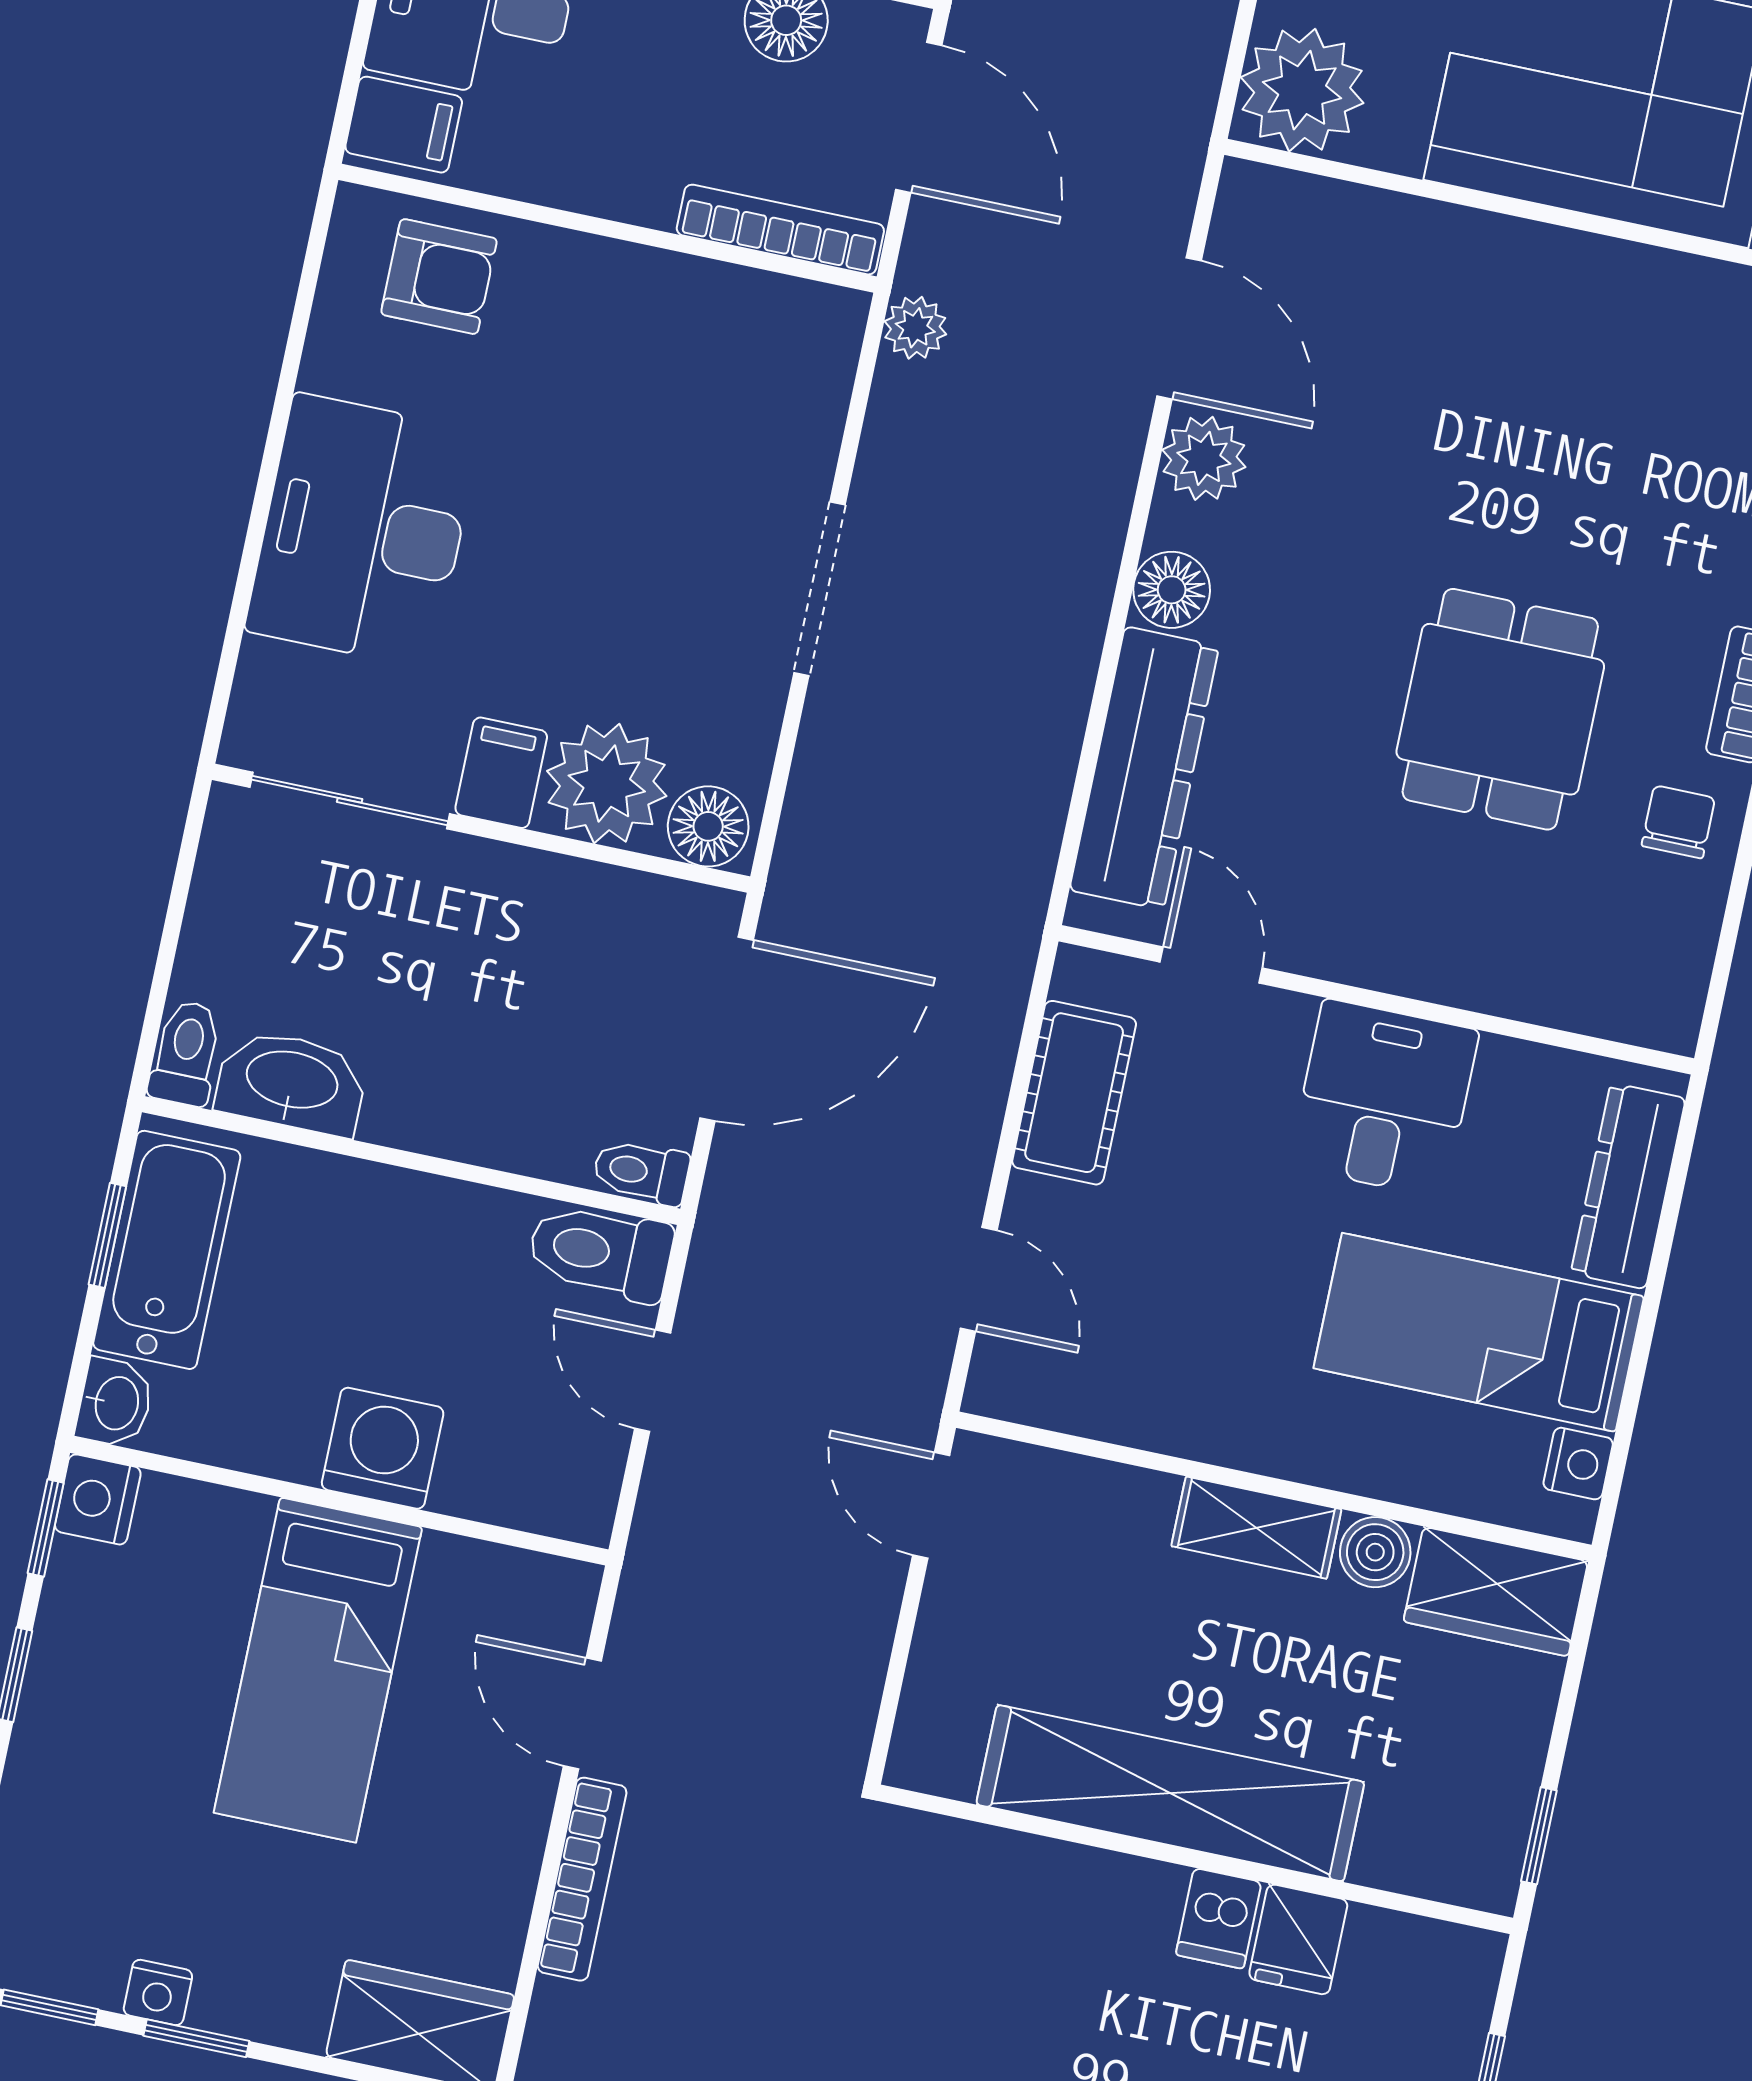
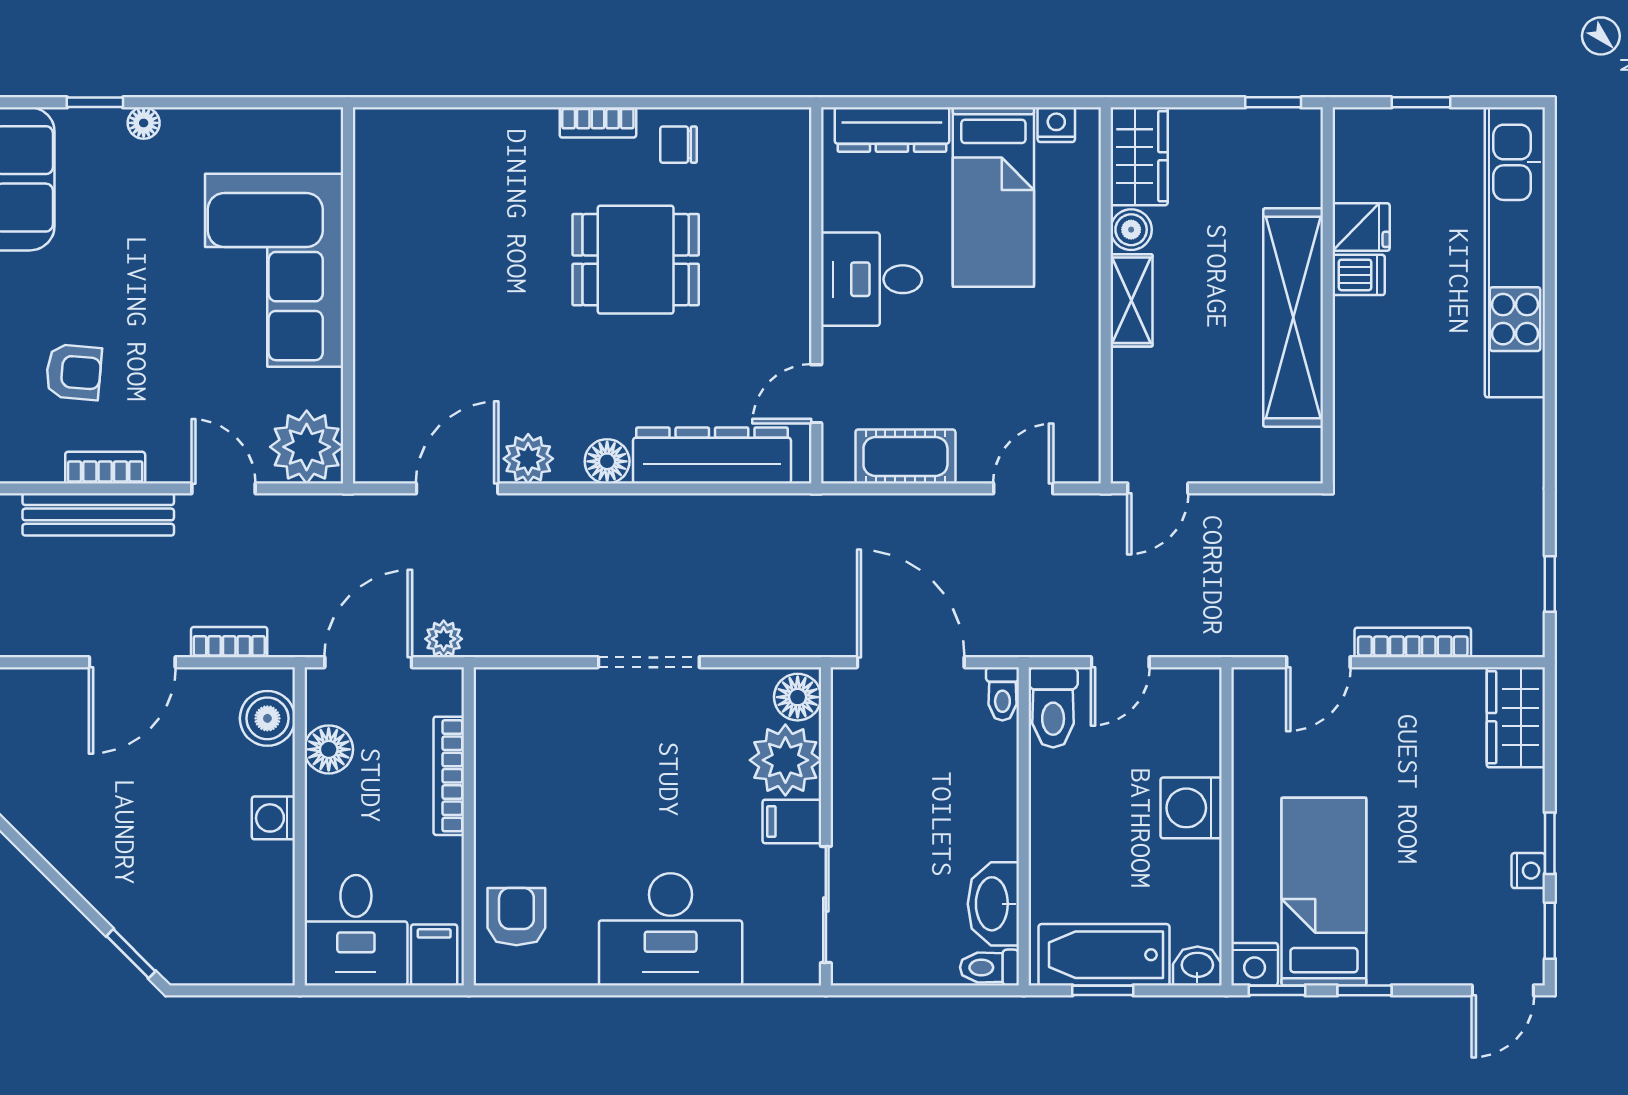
bookcase: (780, 230) -> (449, 776), moved
plant: (915, 328) -> (444, 639), moved
bed: (318, 1670) -> (1324, 892), moved, turned -90

